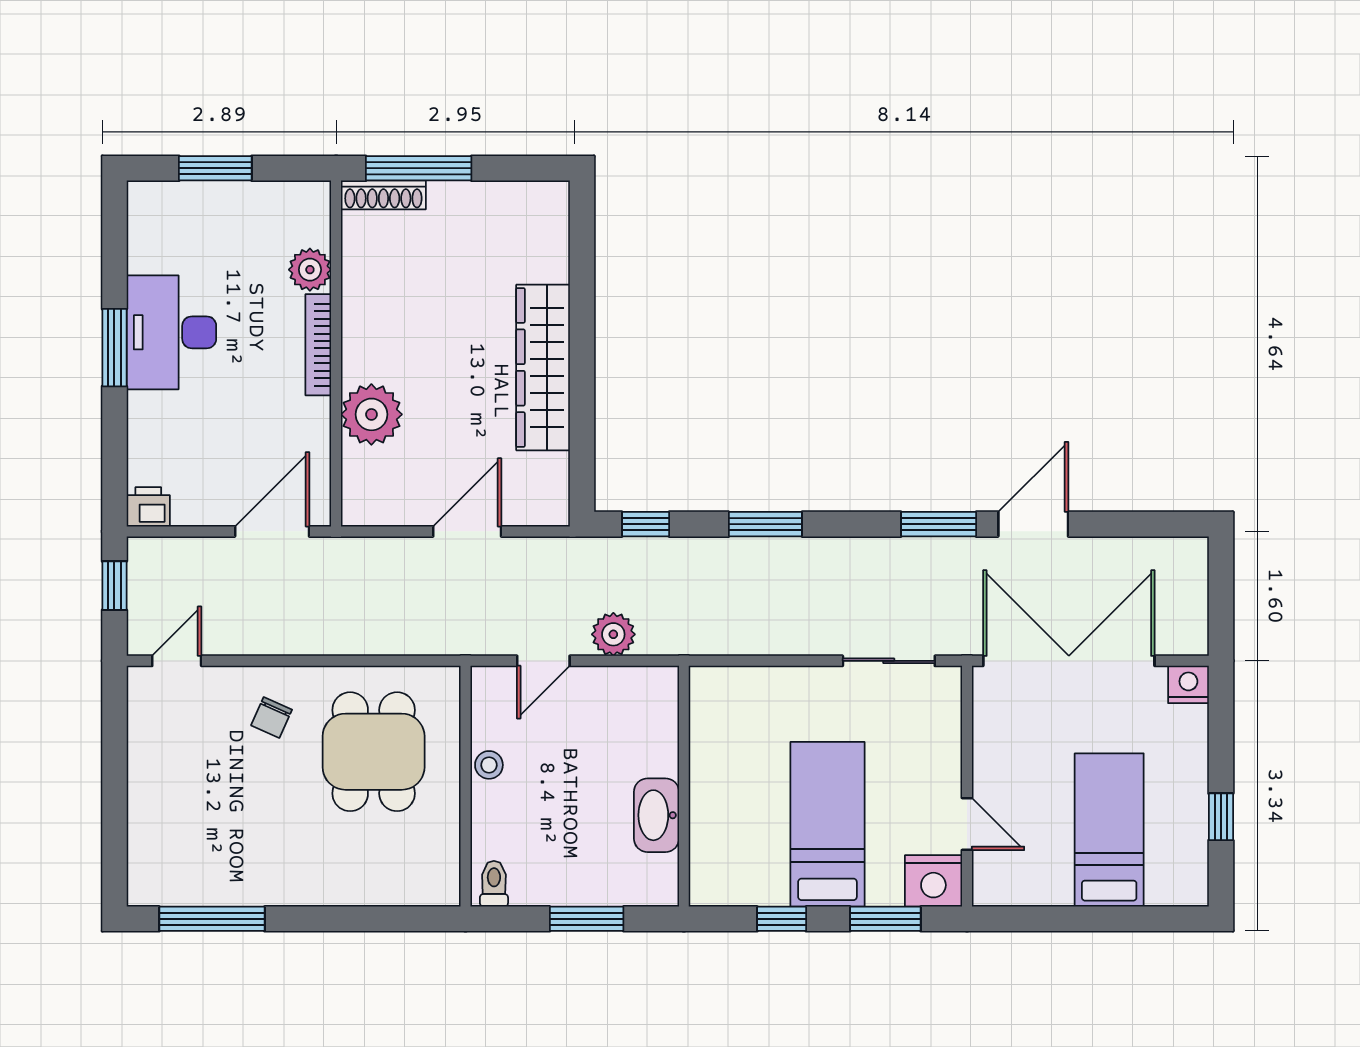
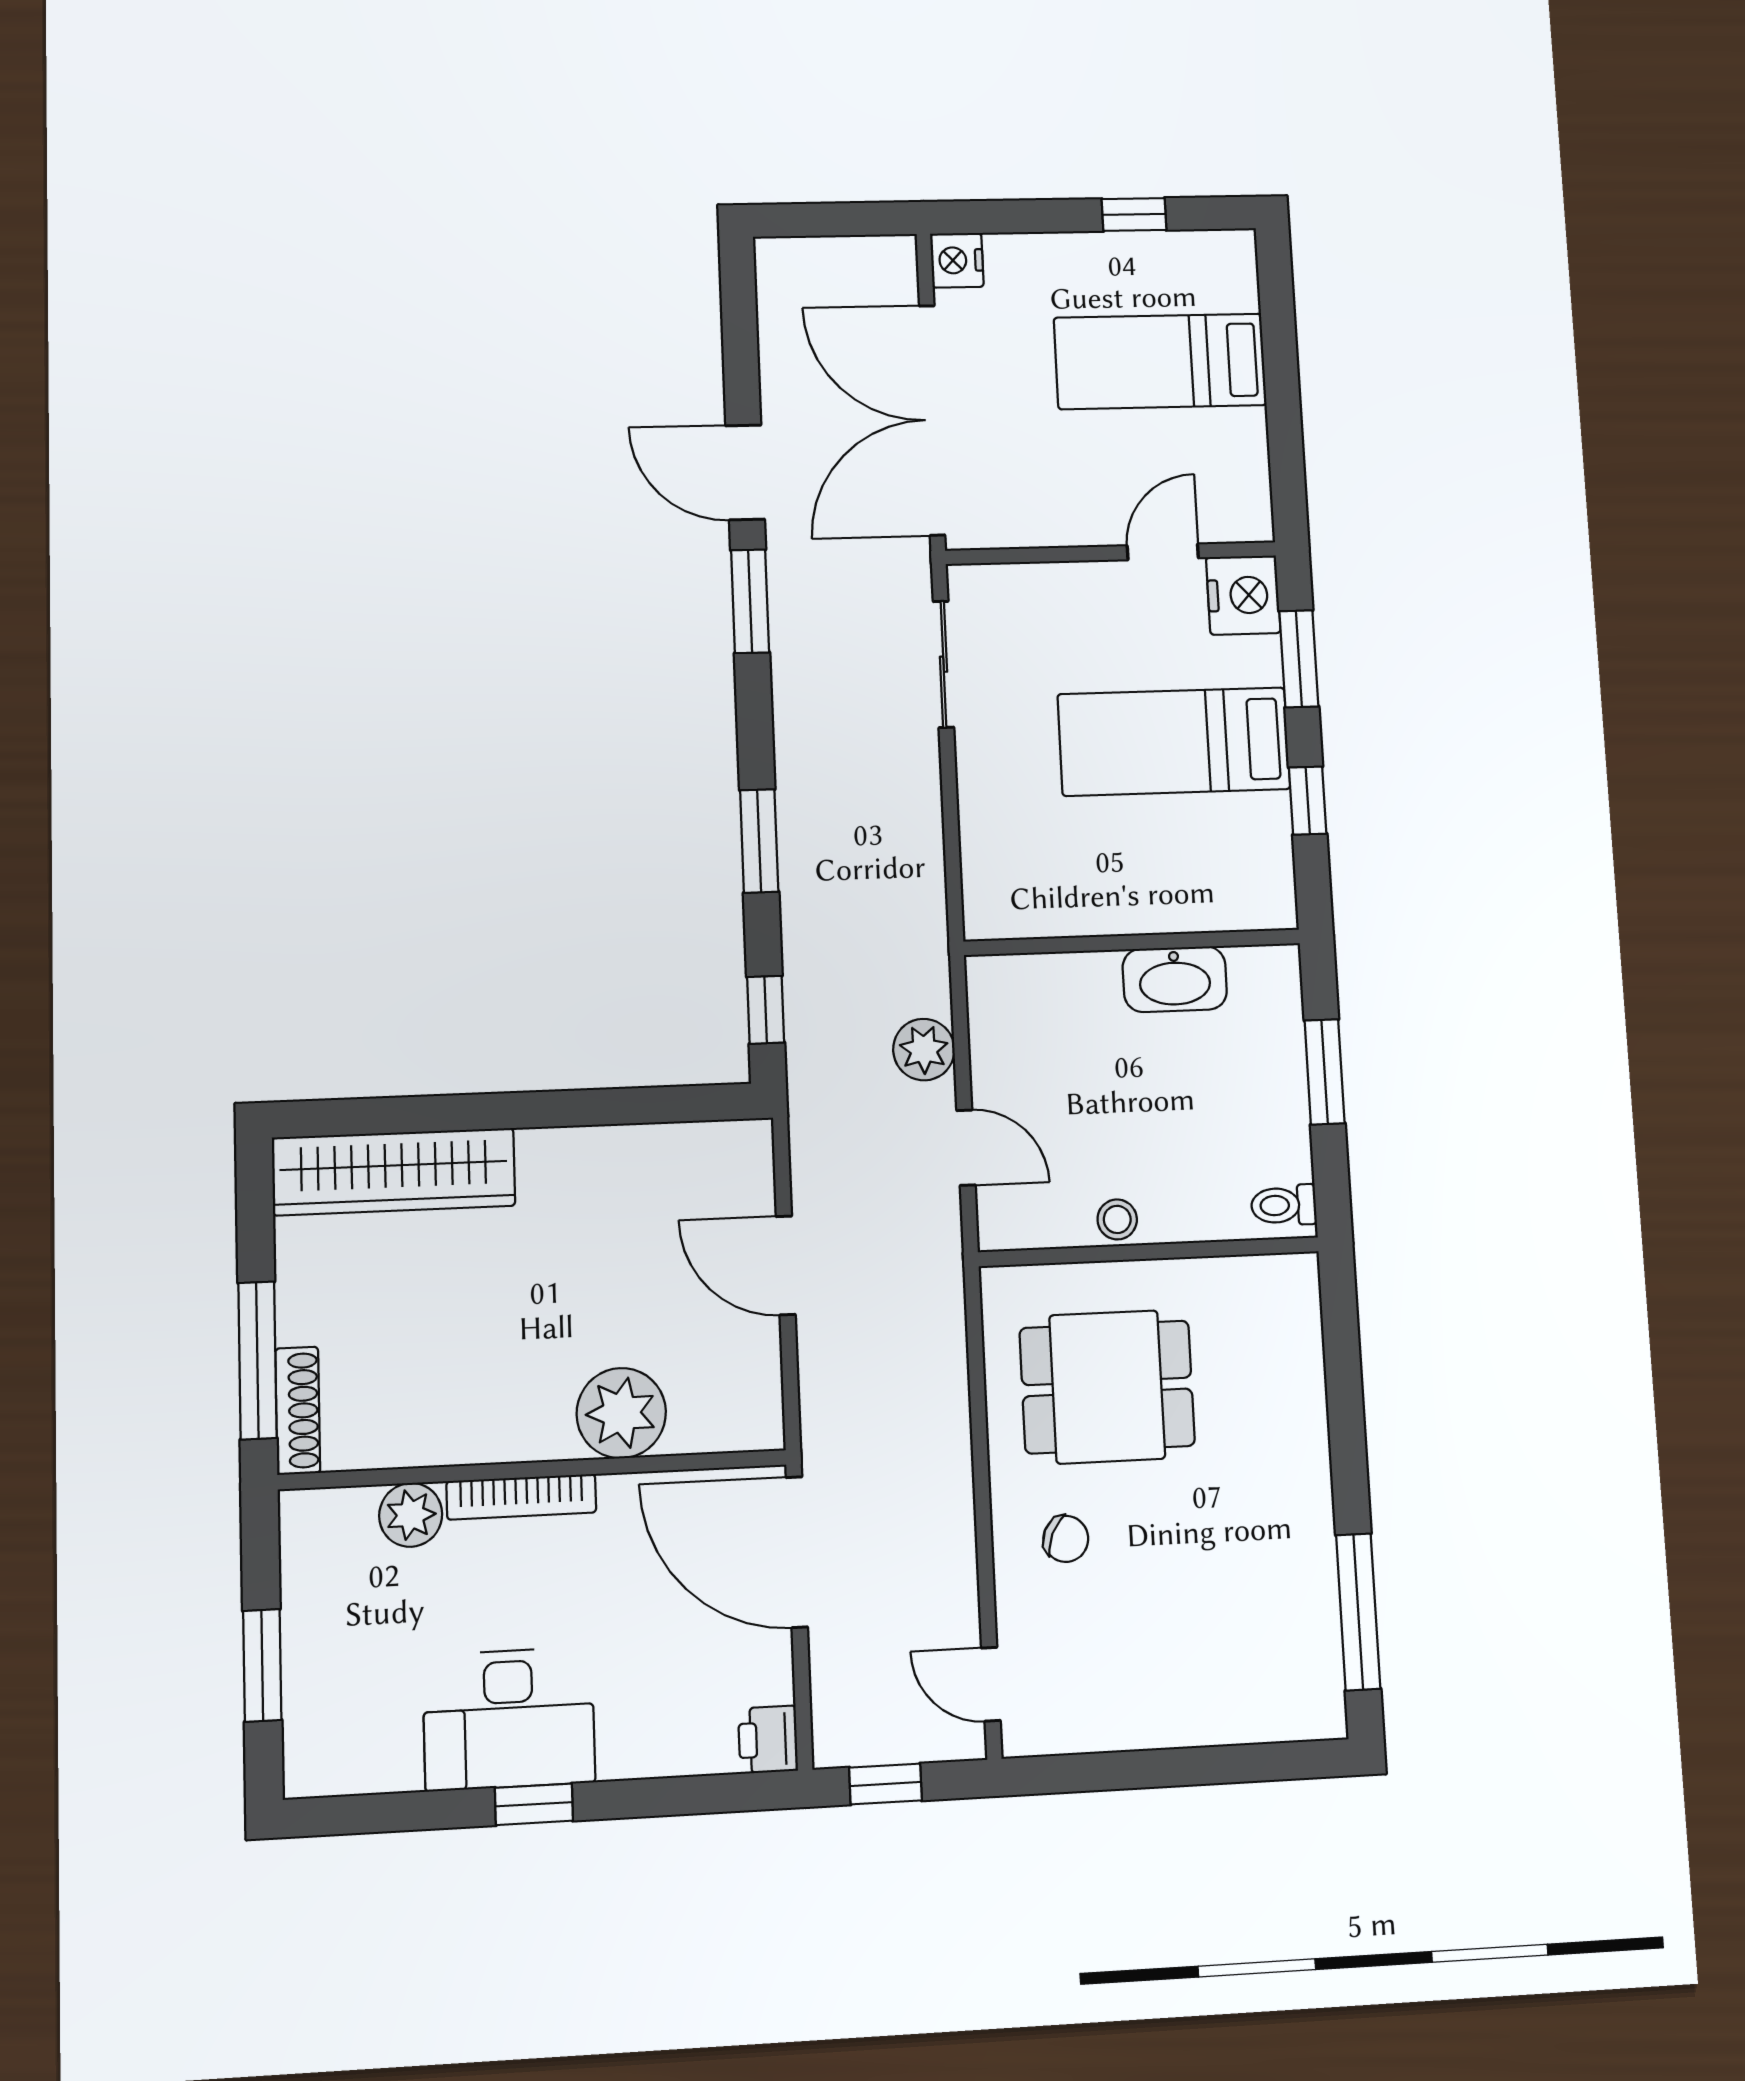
window: (114, 348) -> (534, 1804), width x0.67
wardrobe: (543, 367) -> (394, 1172), moved
door: (272, 531) -> (797, 1552), width x1.36

